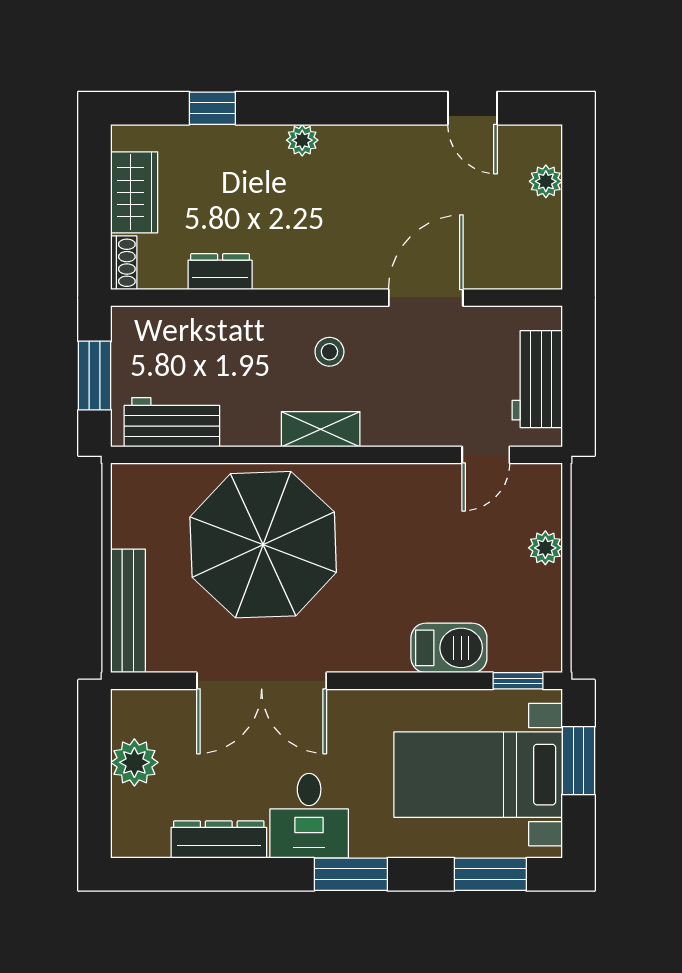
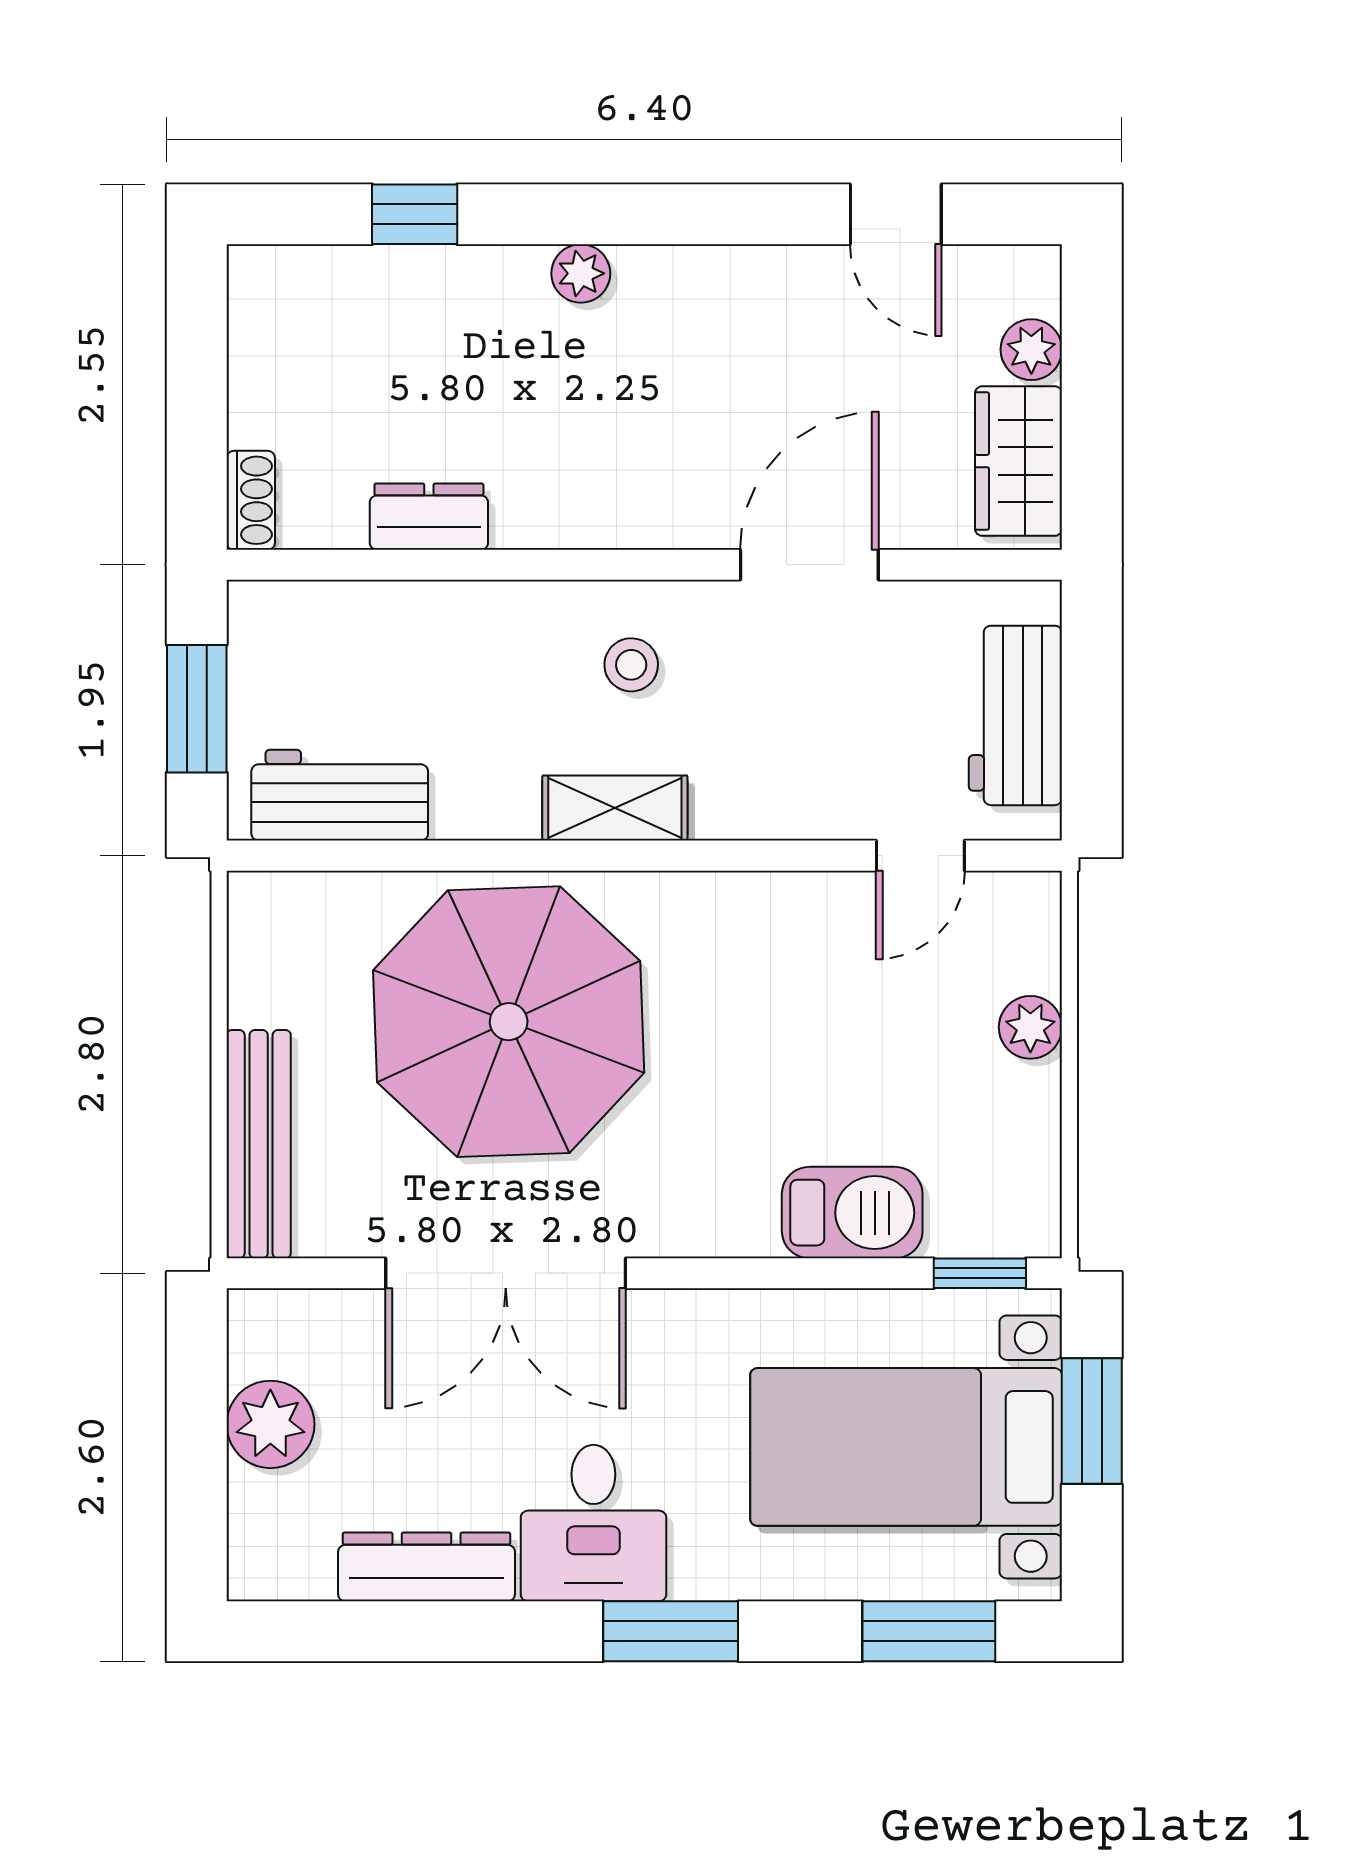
wardrobe: (134, 192) -> (1018, 461), moved, turned 180

